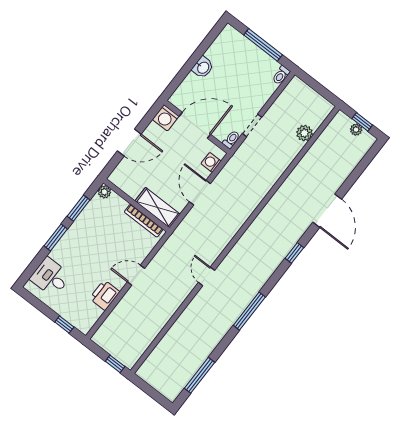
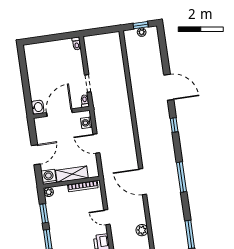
window: (263, 45) -> (52, 38), removed
washbasin: (203, 67) -> (38, 107), moved
washing machine: (166, 118) -> (49, 177), moved, turned 180
plant: (304, 133) -> (142, 230), moved
shelving: (158, 208) -> (72, 174), moved
door: (136, 275) -> (107, 217), hinge flipped
door: (207, 276) -> (143, 182), width x1.87

